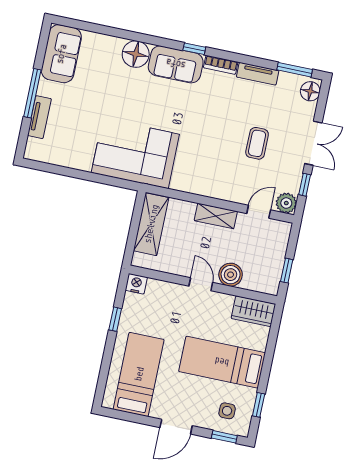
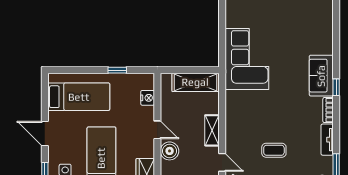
floor lamp: (136, 54) -> (323, 43), removed
nightstand: (136, 284) -> (148, 98), moved
door: (201, 284) -> (157, 130), hinge flipped

